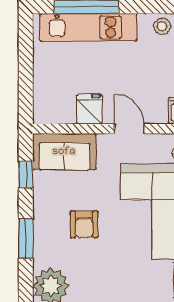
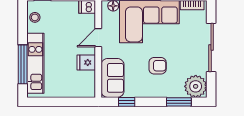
window: (26, 239) -> (179, 102), moved

